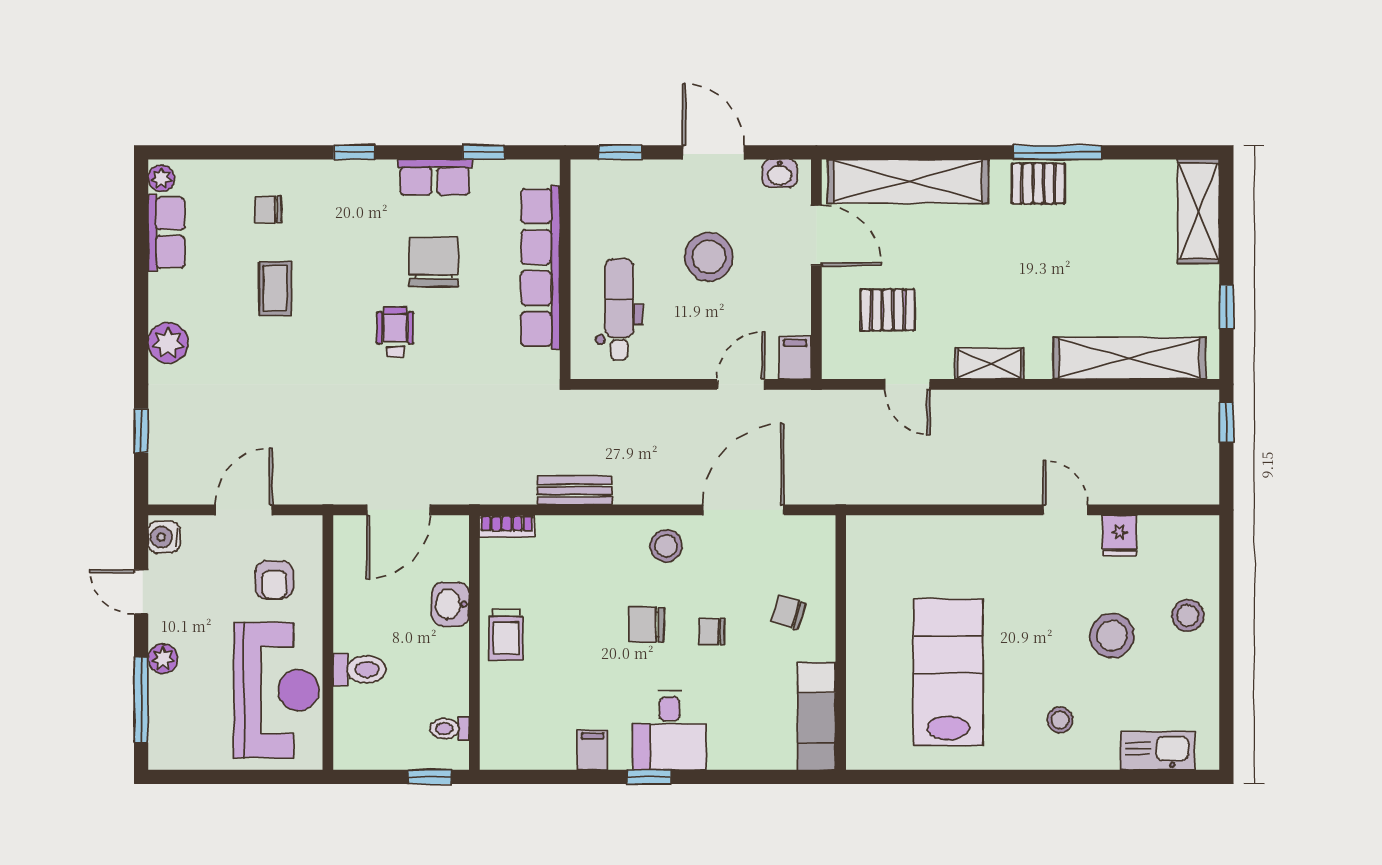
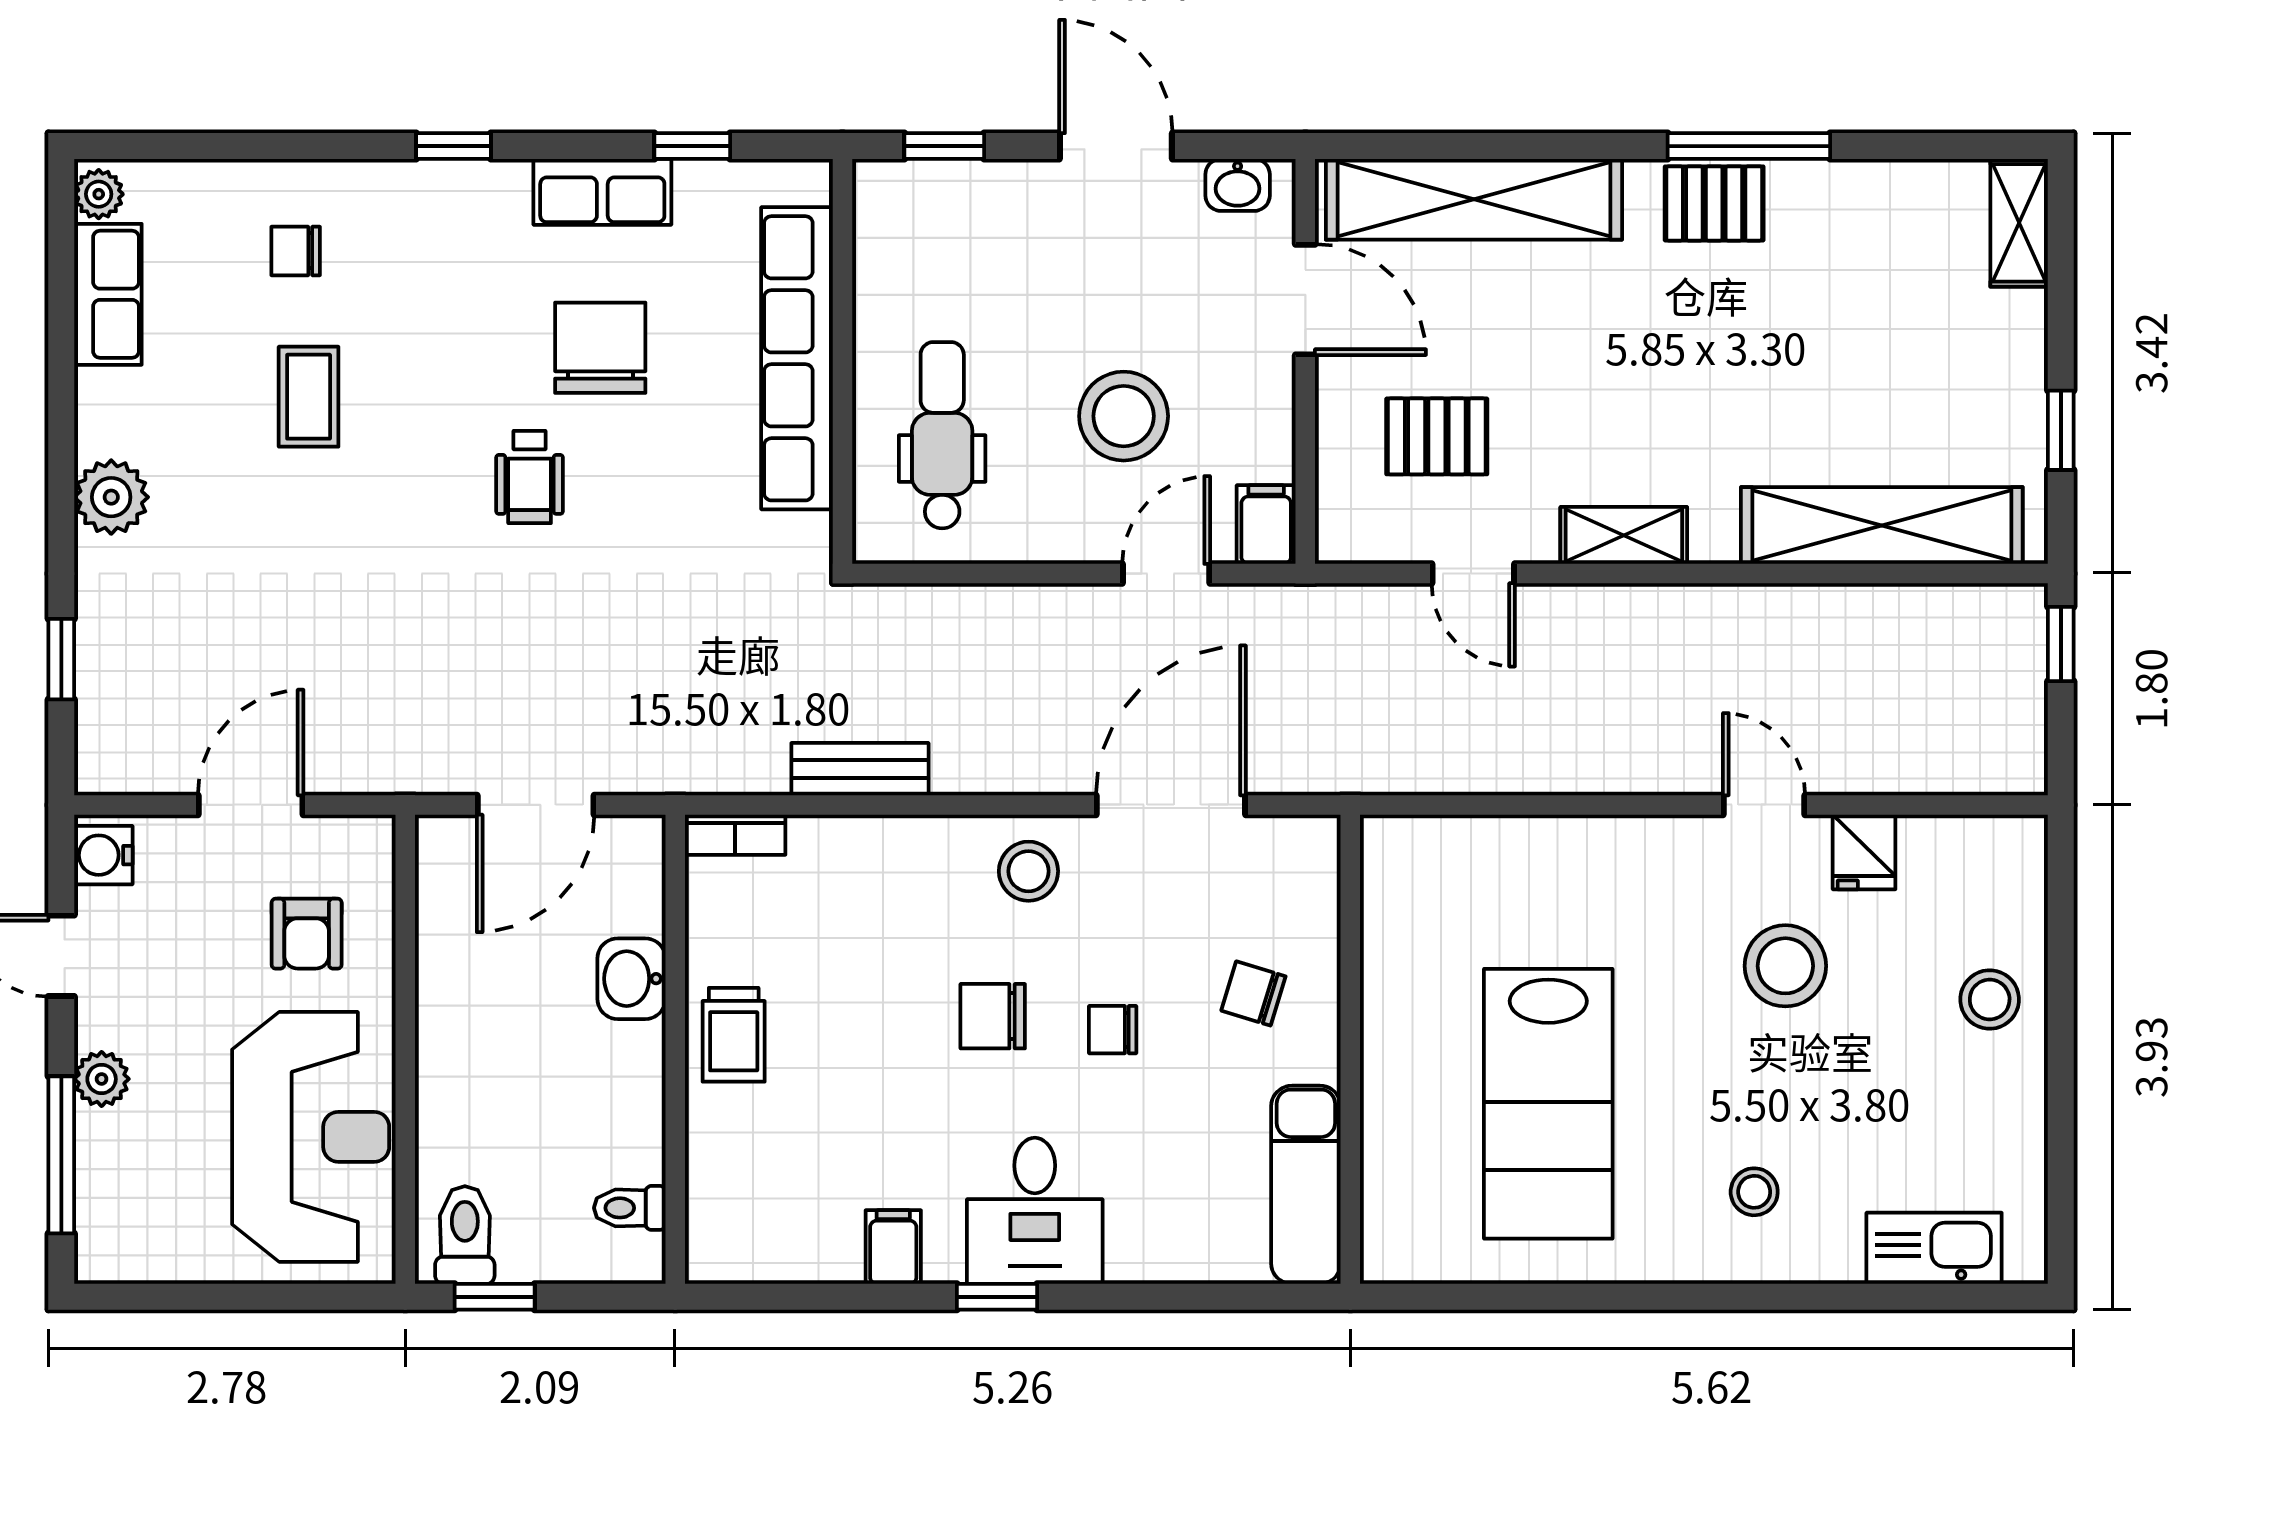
shelving: (1199, 211) -> (2019, 223), width x0.67, depth x0.75
stool: (709, 257) -> (1124, 416), moved
wheelchair: (395, 332) -> (530, 477), turned 180
stool: (1112, 636) -> (1785, 966), moved
toilet: (360, 670) -> (465, 1235), moved, turned -90
lab bench: (948, 672) -> (1548, 1104), turned 180
window: (430, 777) -> (495, 1297), moved

